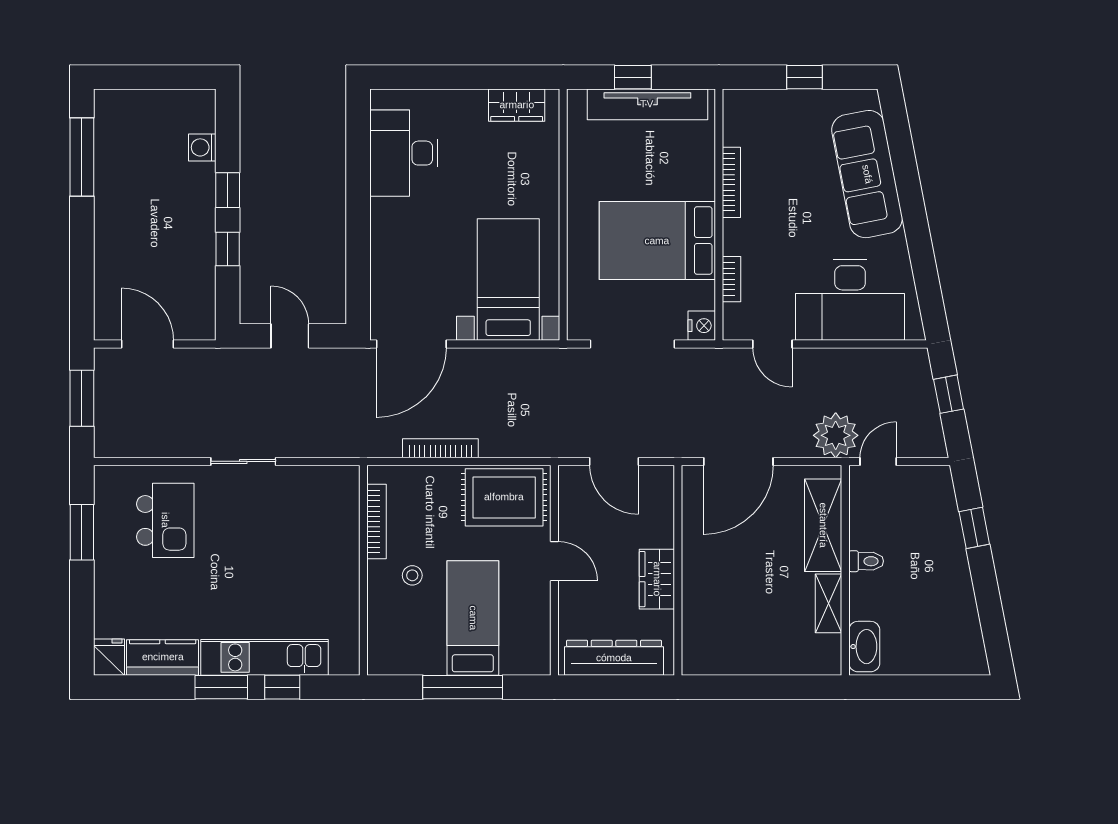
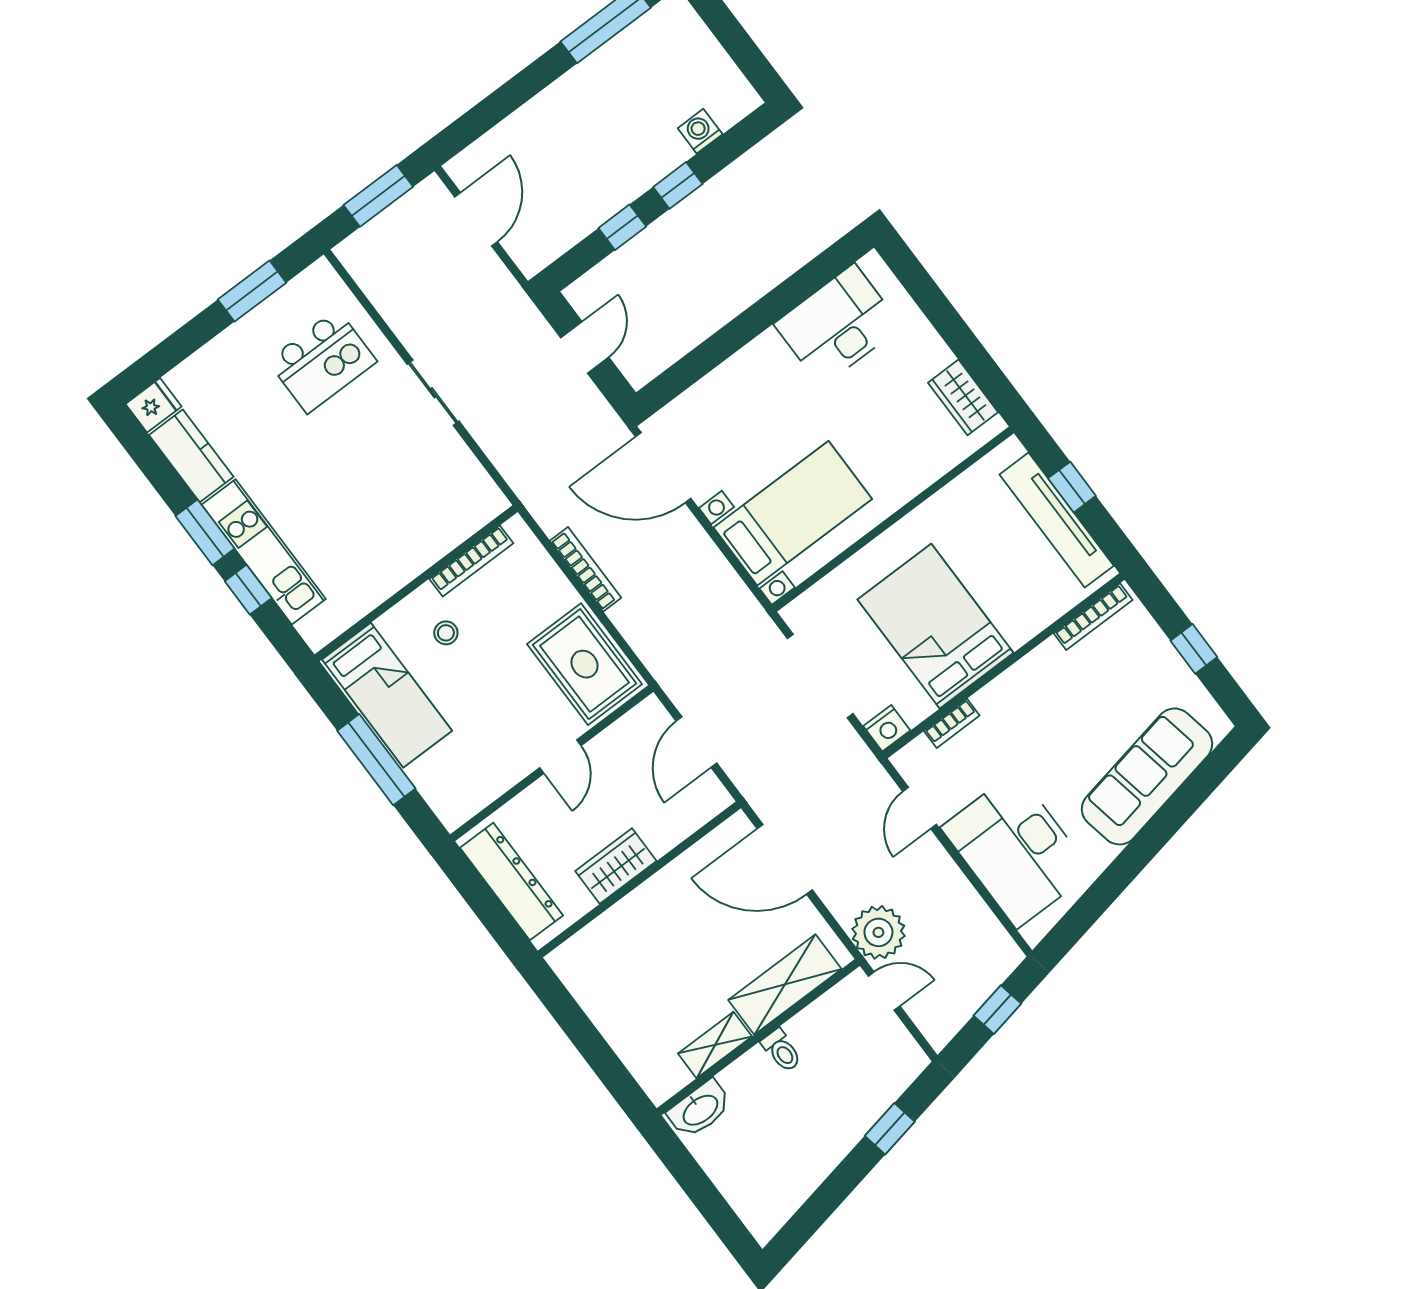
bookcase: (731, 182) -> (1093, 617), moved
bed: (473, 618) -> (387, 695), moved, turned 90

